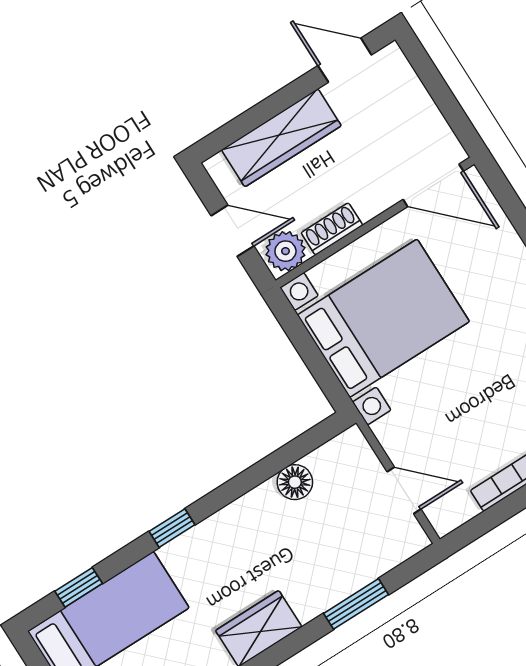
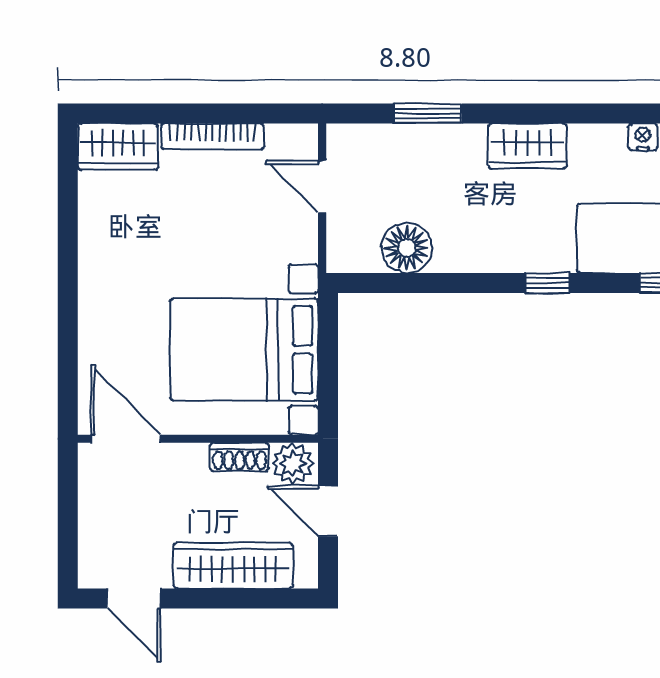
floor lamp: (295, 482) -> (407, 248), width x1.38, depth x1.38

